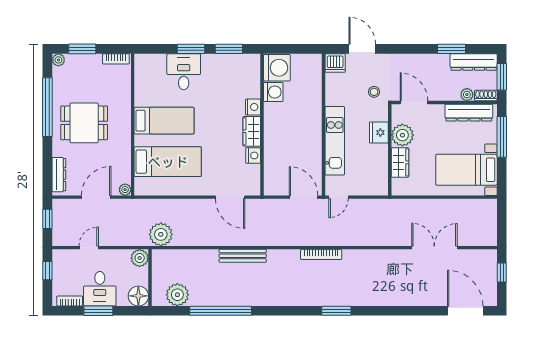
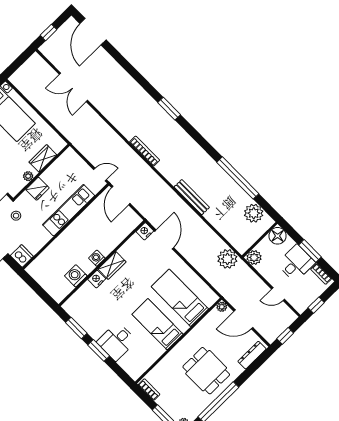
washing machine: (277, 68) -> (97, 258), moved, width x0.53, depth x0.53
plant: (402, 135) -> (28, 176), width x0.53, depth x0.53
nightstand: (253, 155) -> (145, 231), moved

